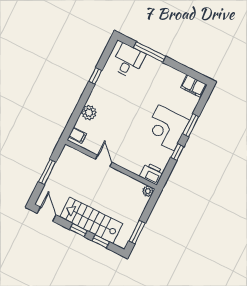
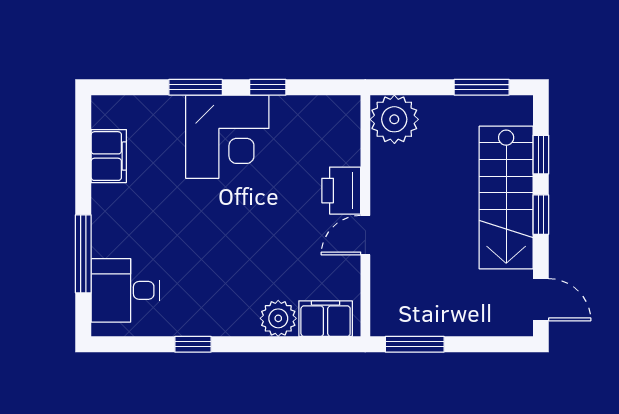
filing cabinet: (193, 86) -> (109, 156), moved
filing cabinet: (78, 135) -> (326, 319), width x2.00
window: (47, 172) -> (415, 344), moved
printer: (152, 174) -> (341, 191), moved
plant: (148, 191) -> (394, 119), width x1.87, depth x1.87
door: (47, 214) -> (541, 300), swing flipped

